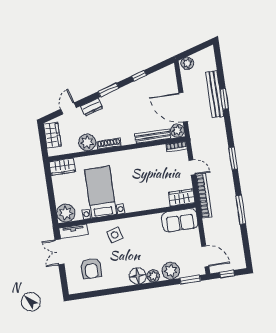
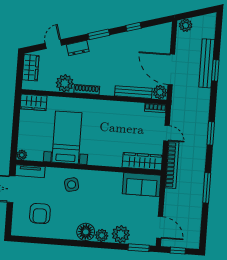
wardrobe: (182, 198) -> (142, 161), width x1.50
plant: (66, 213) -> (22, 155), width x0.53, depth x0.53

